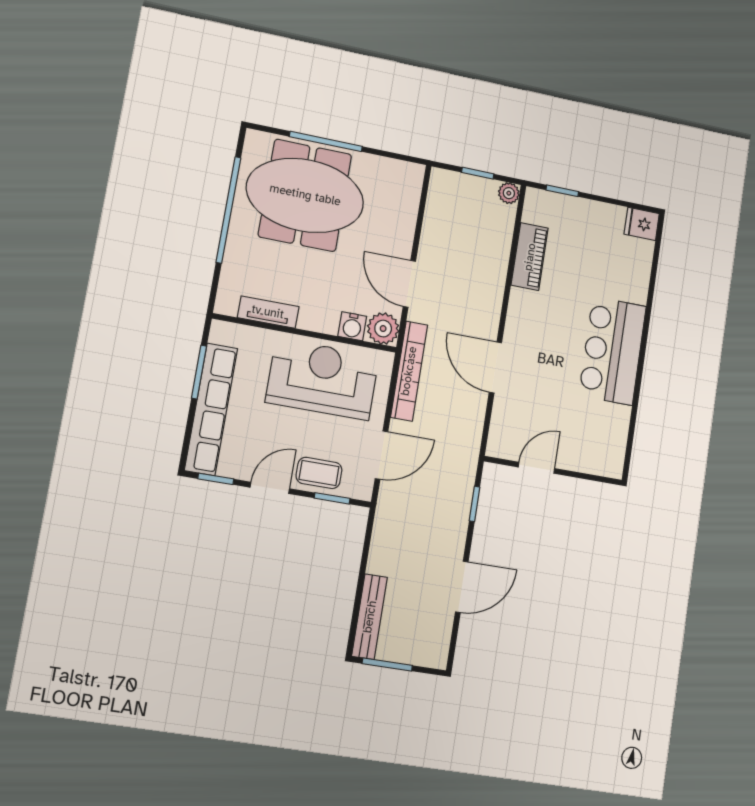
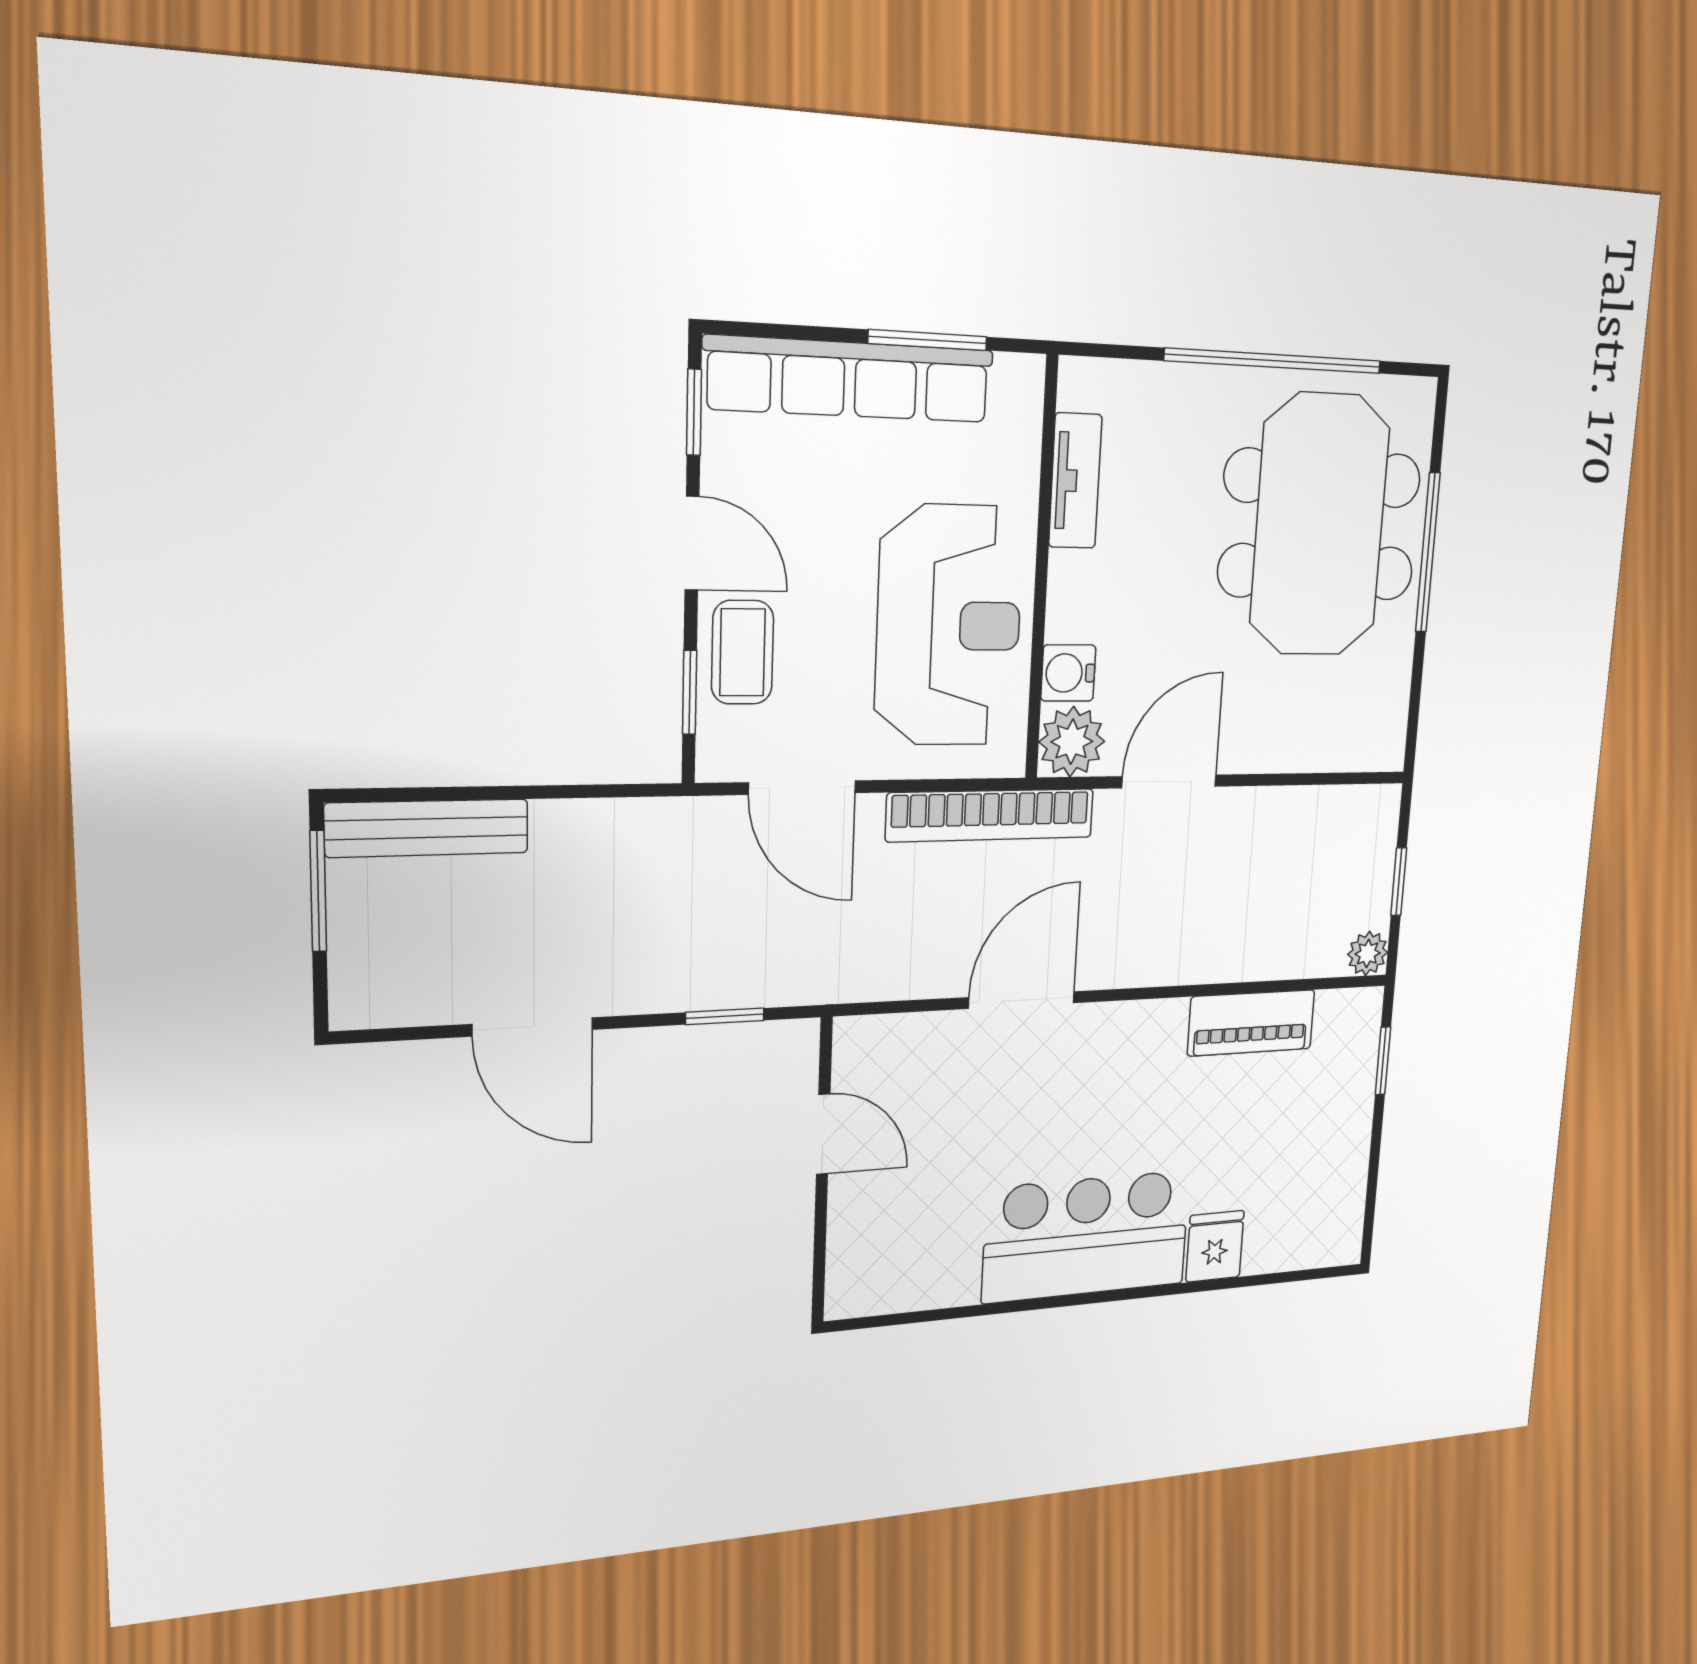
fridge: (642, 224) -> (1215, 1246), moved

